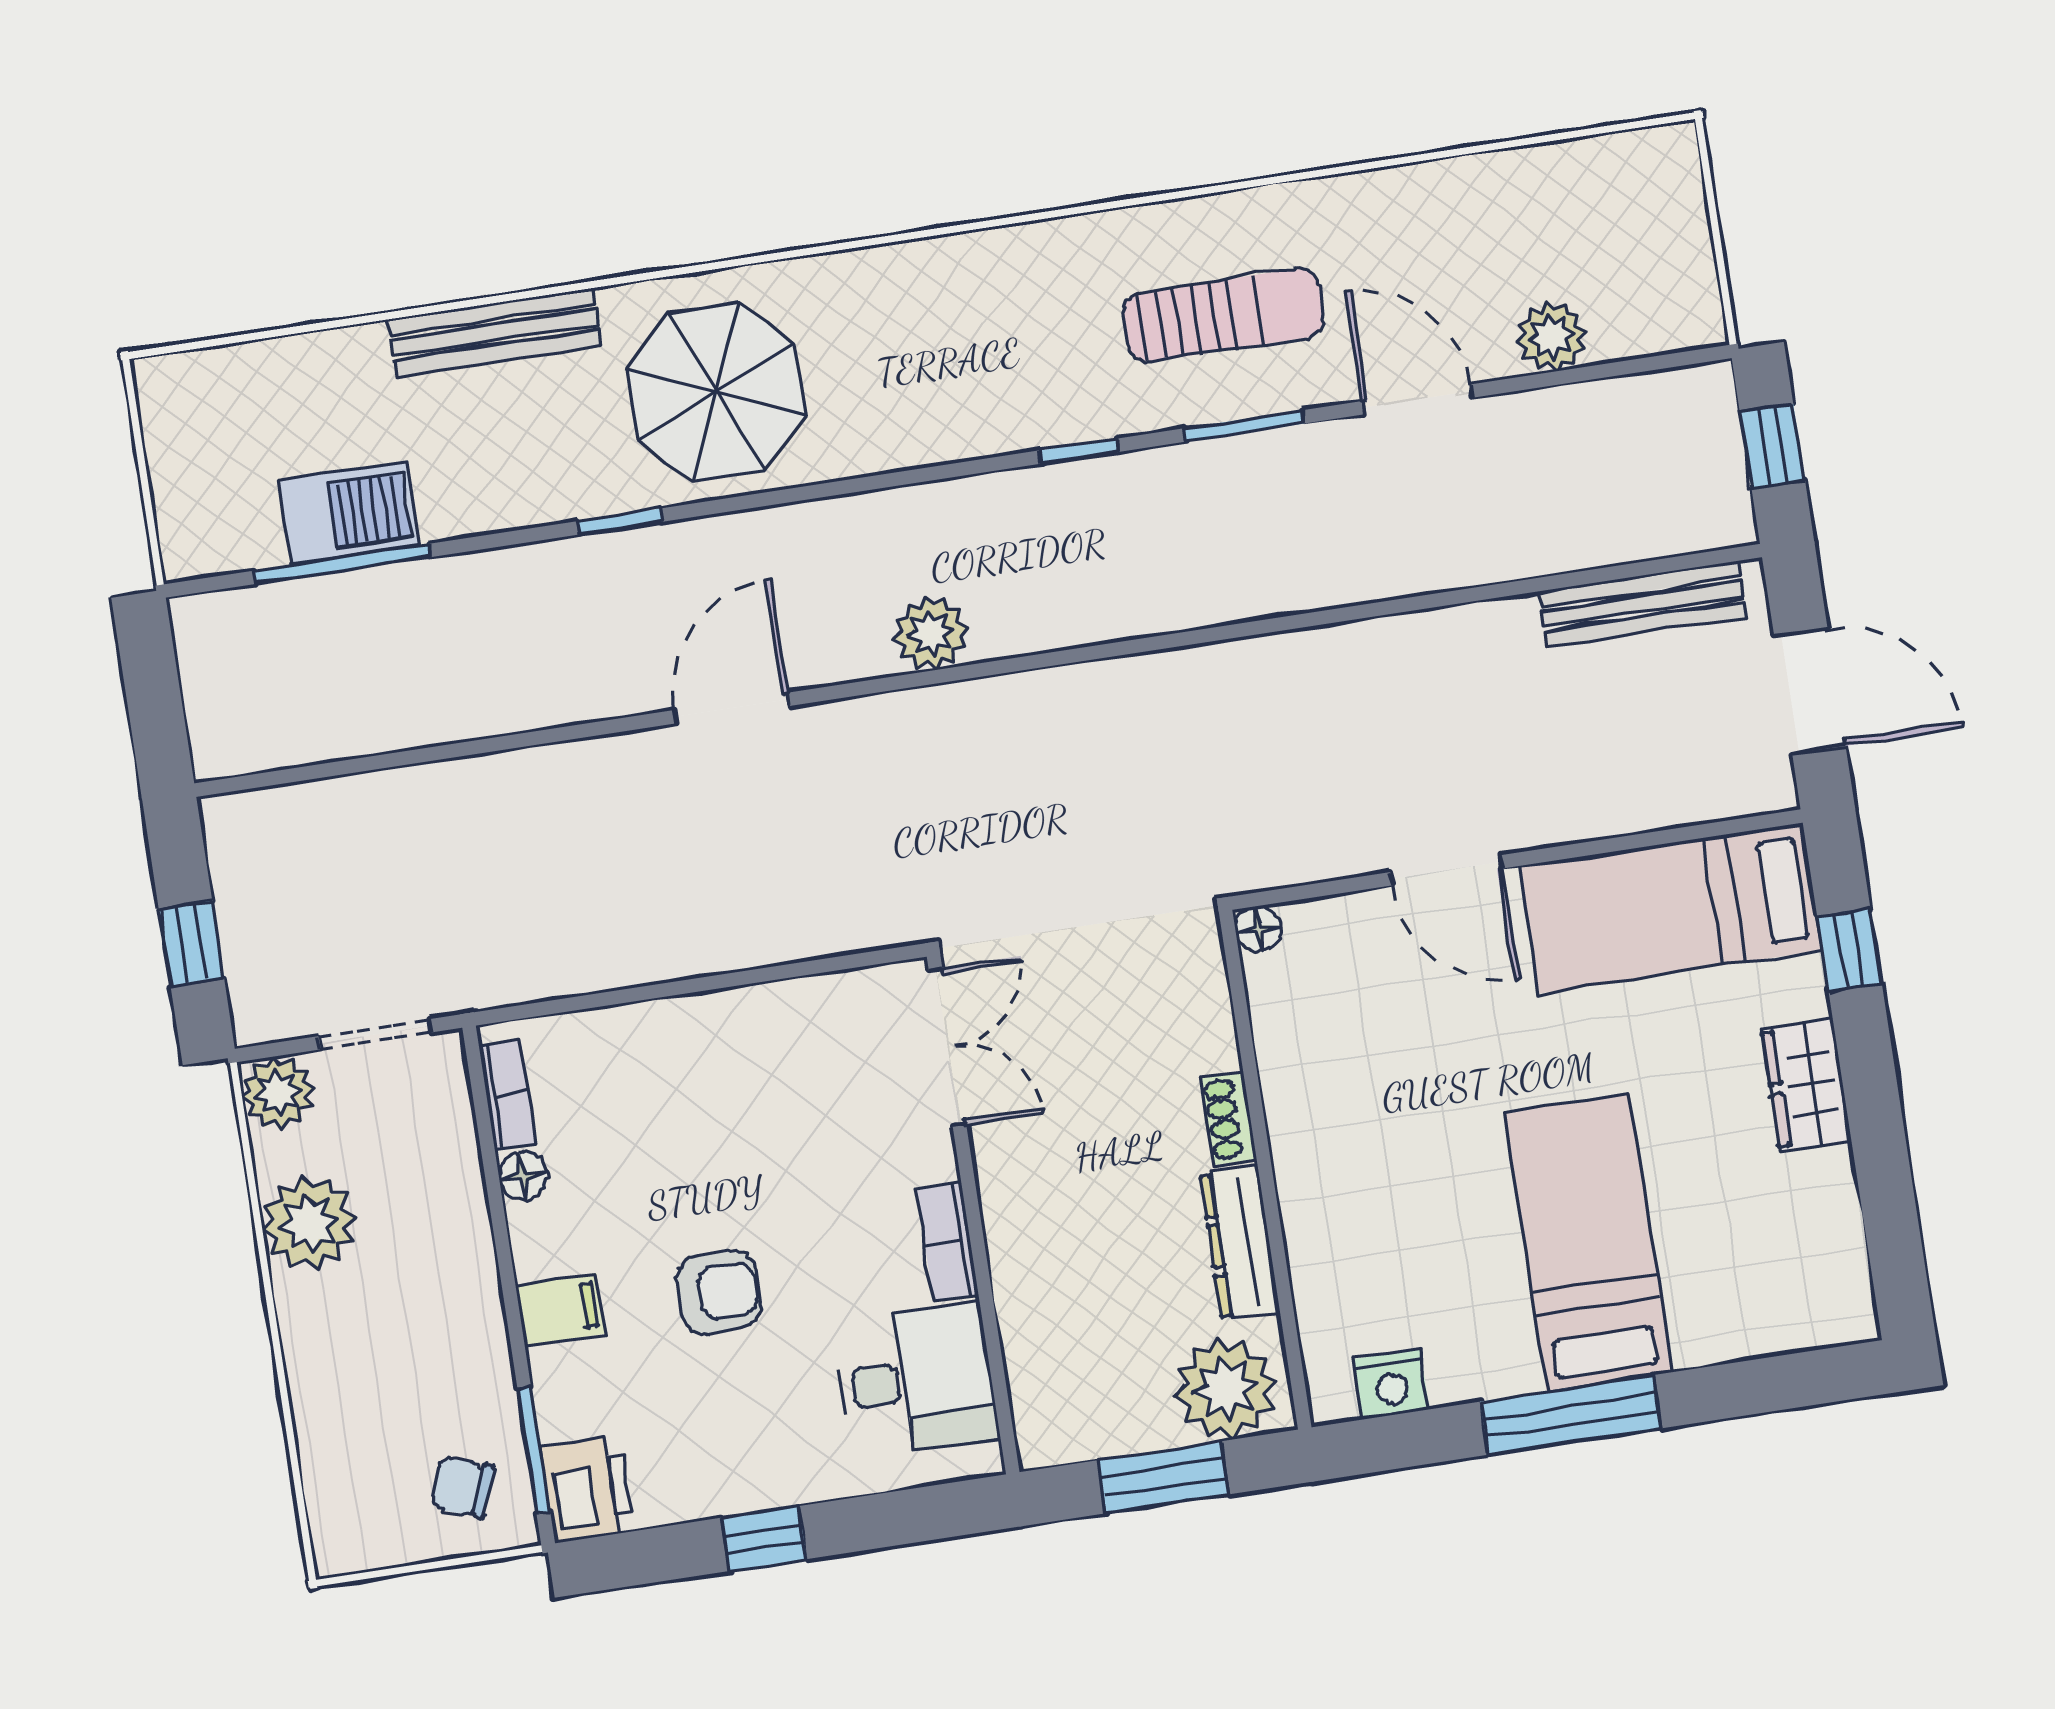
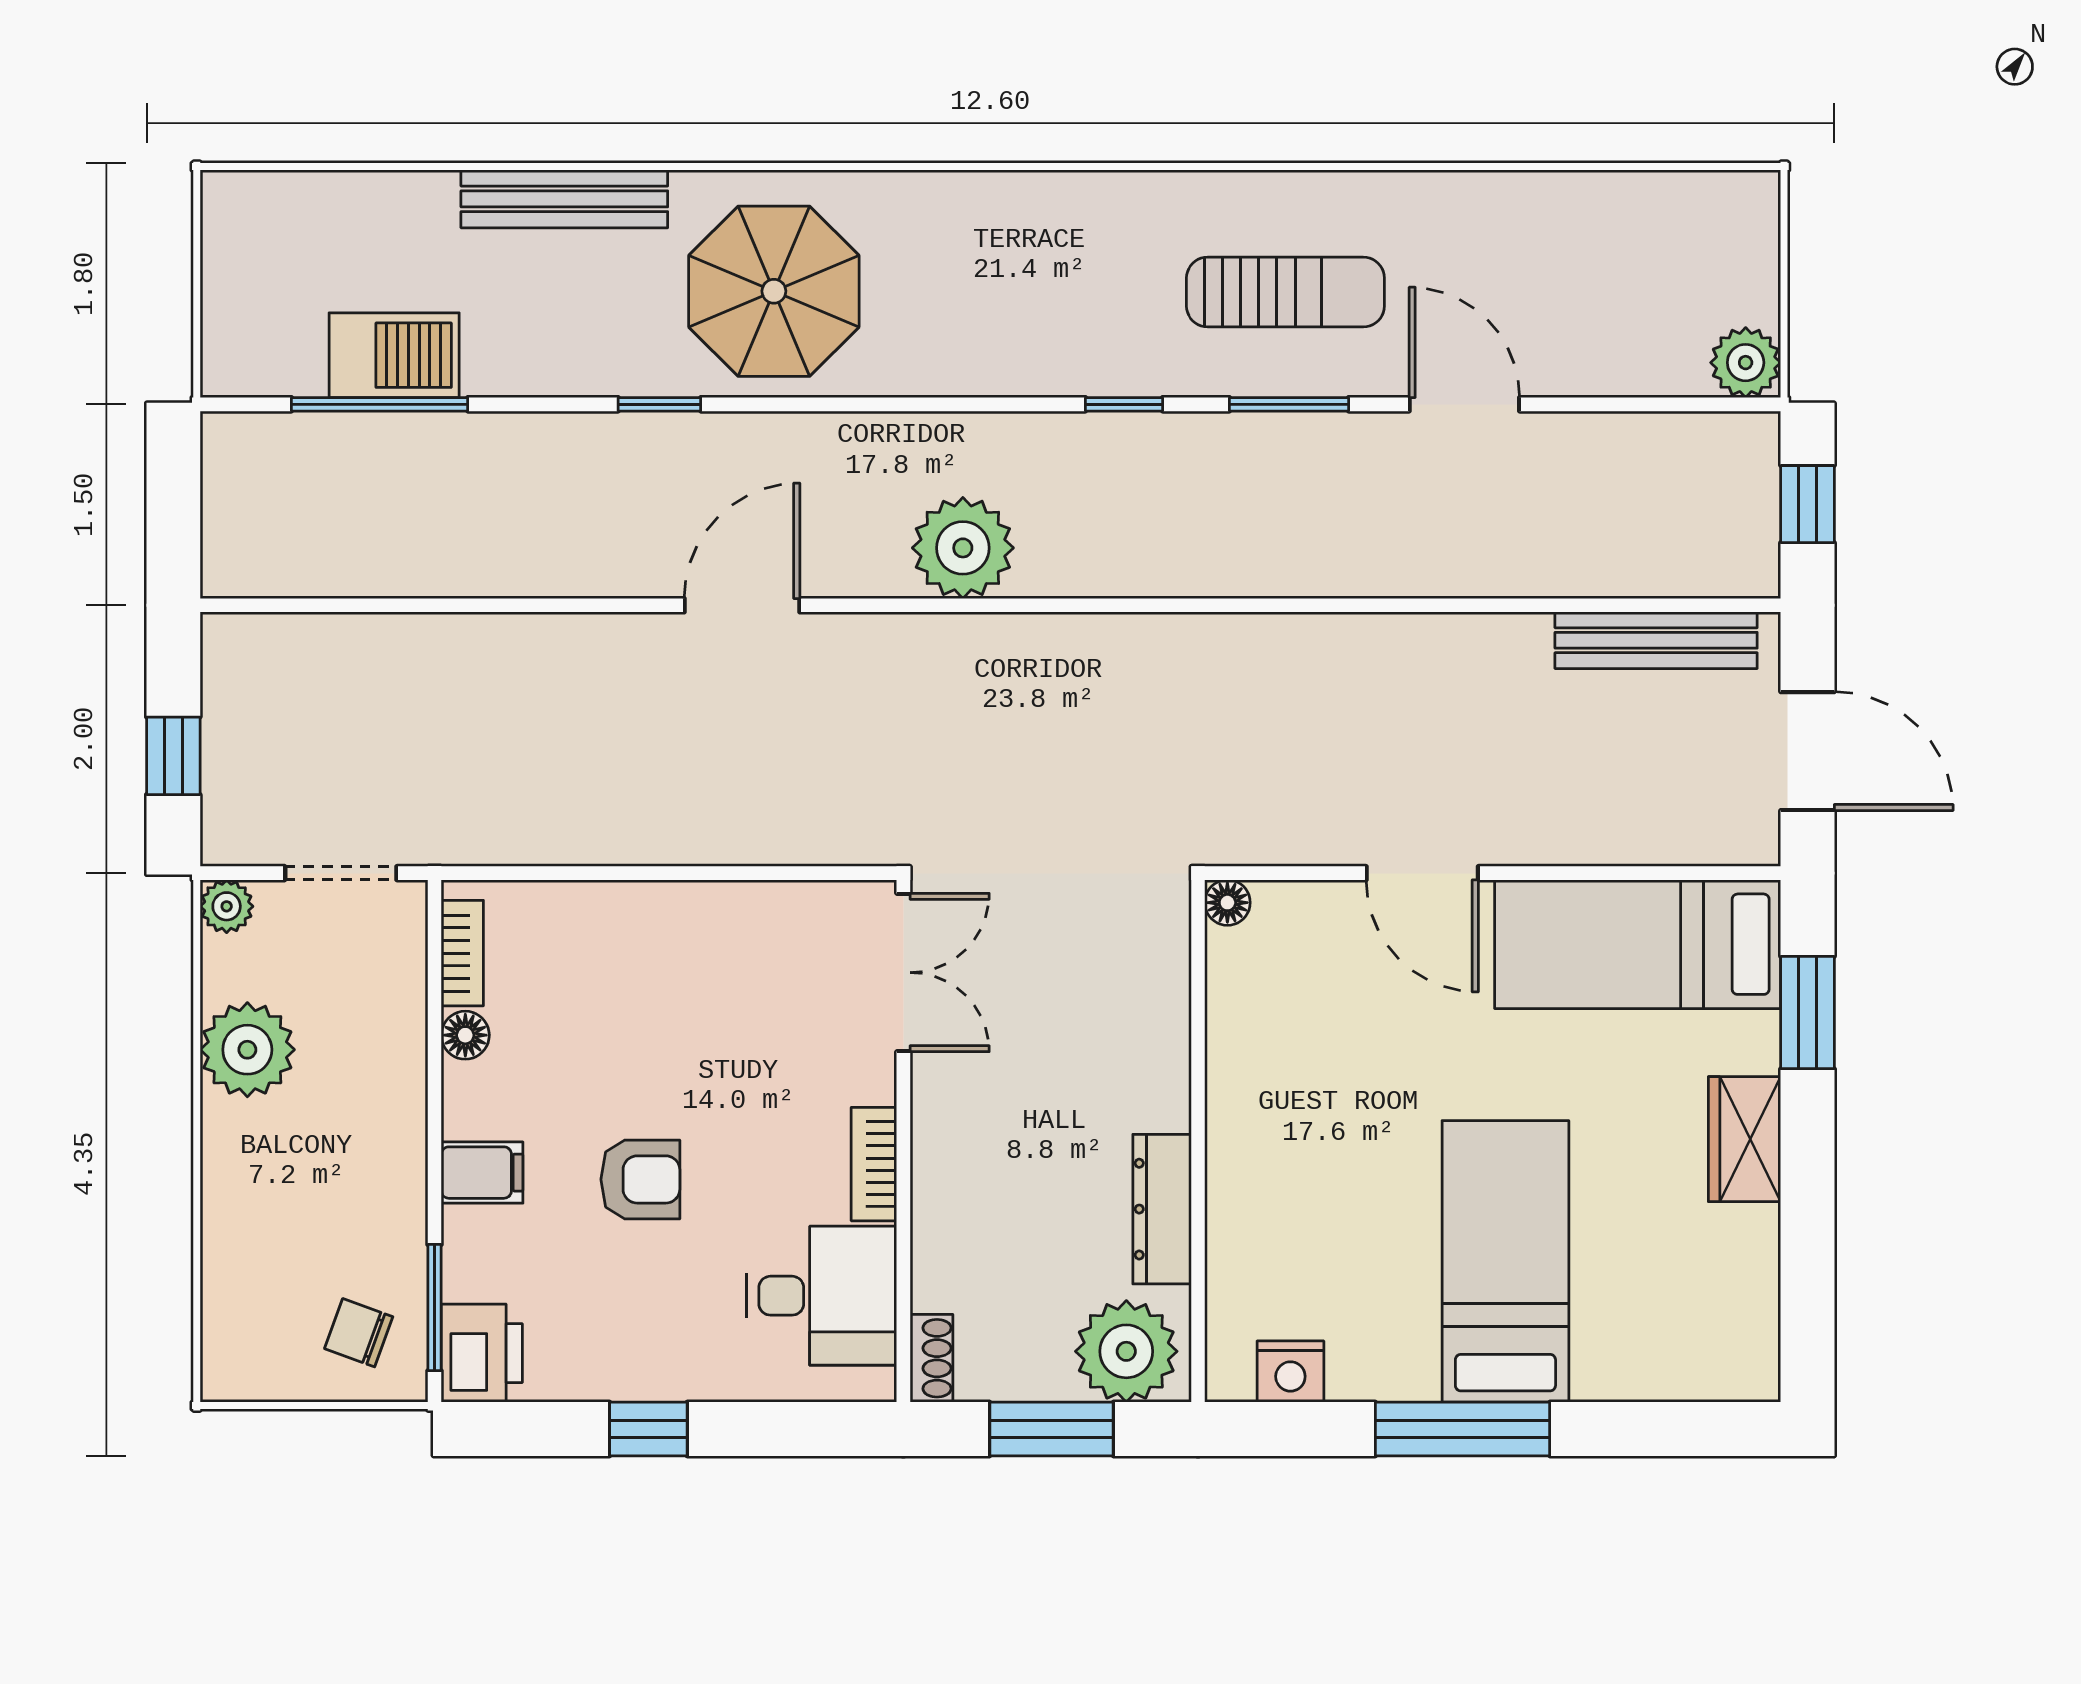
plant: (1551, 336) -> (1746, 363), moved
plant: (931, 633) -> (963, 548), width x1.36, depth x1.36
window: (1849, 950) -> (1807, 1013), width x1.50
plant: (278, 1093) -> (227, 906), width x0.73, depth x0.73
shoe rack: (1229, 1118) -> (931, 1358), moved, turned 180

